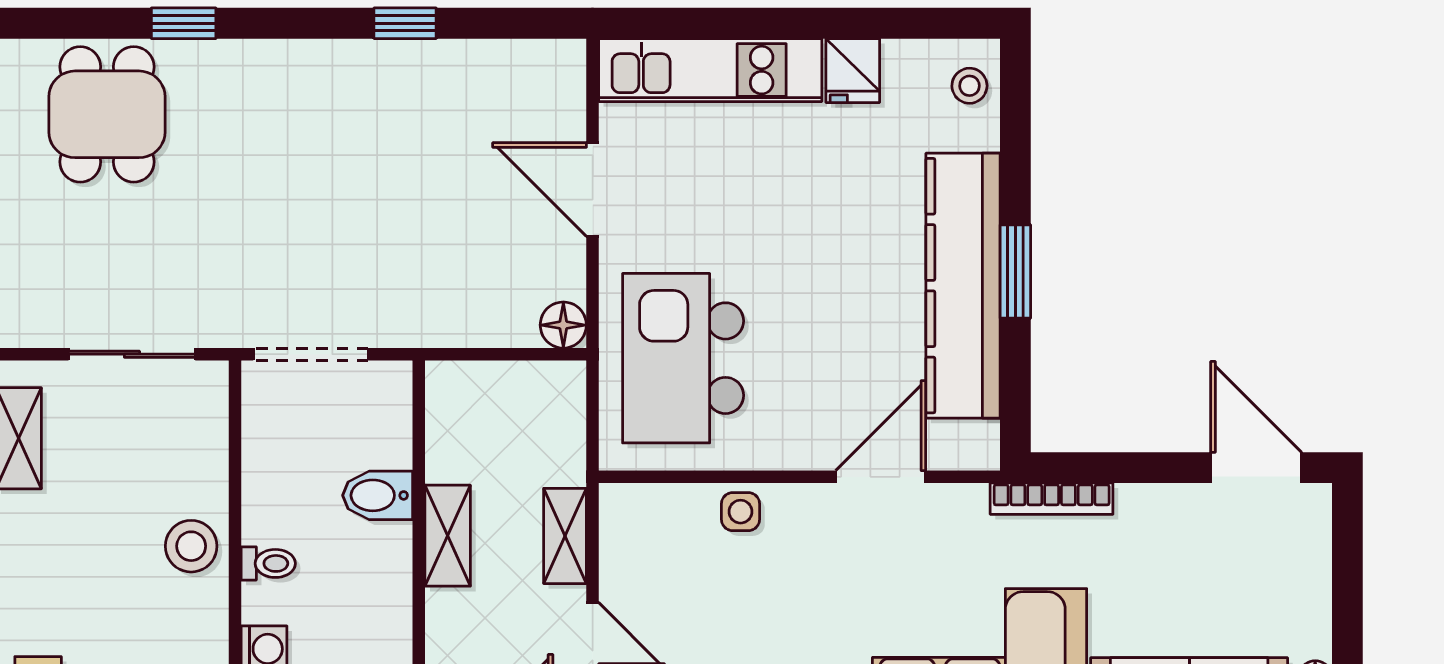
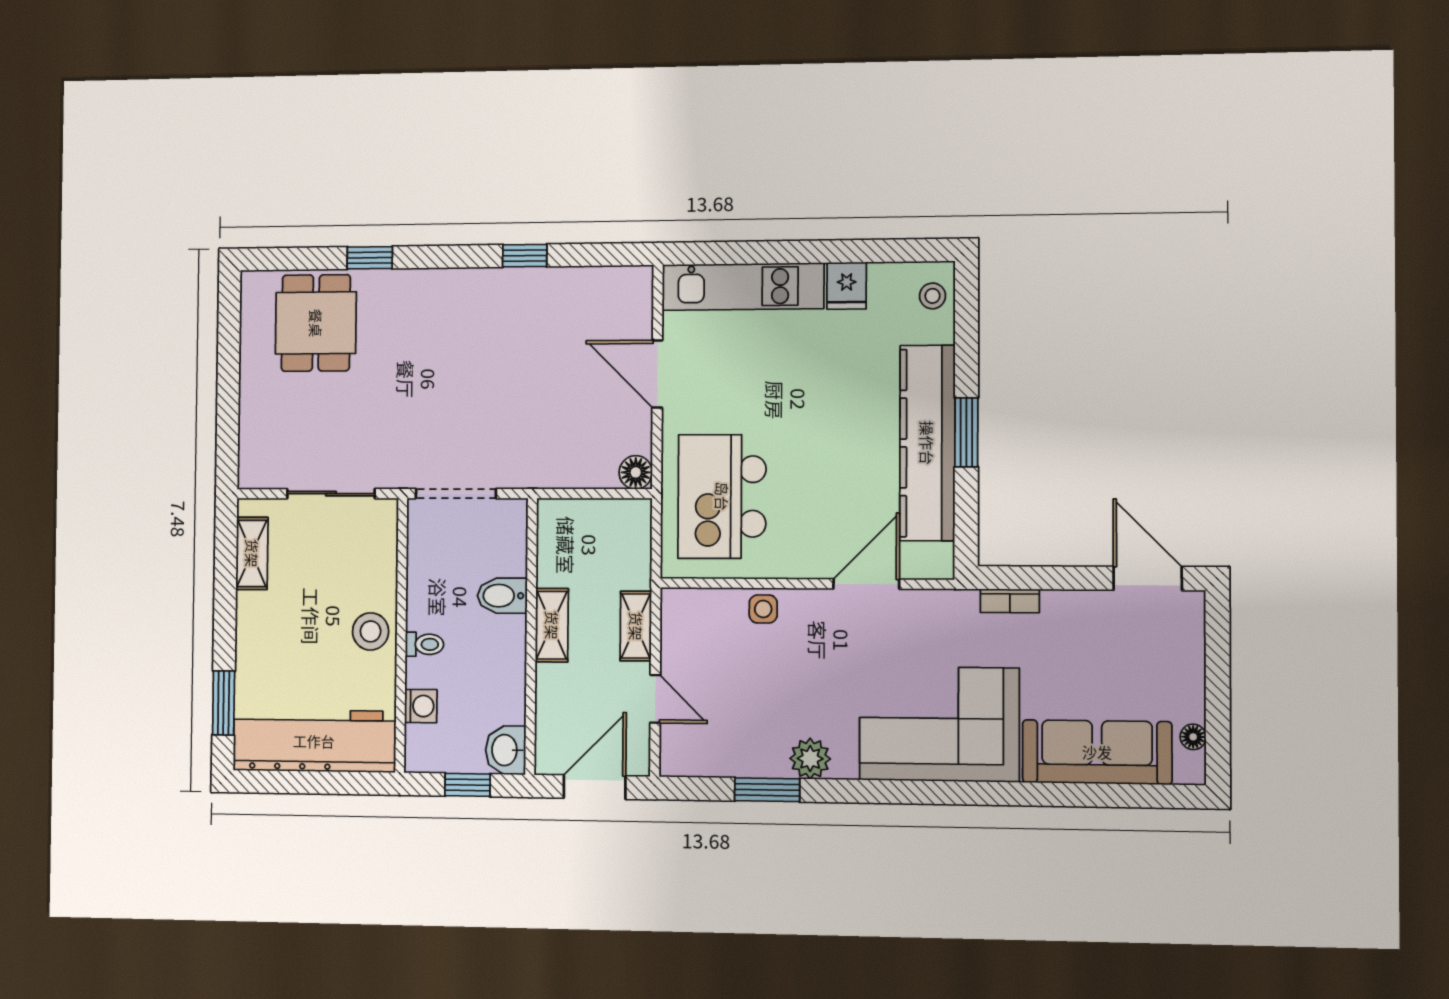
bookcase: (1052, 499) -> (1010, 601), width x0.64

